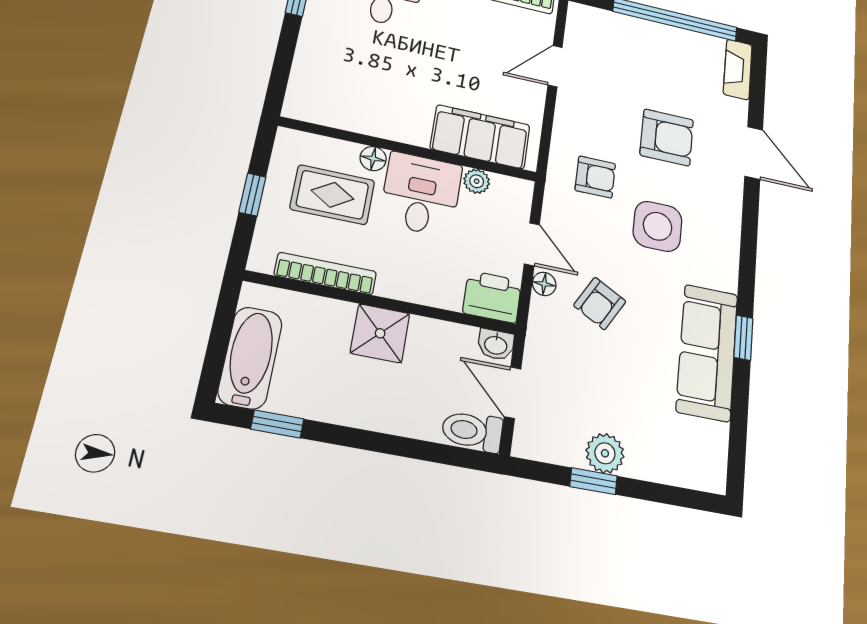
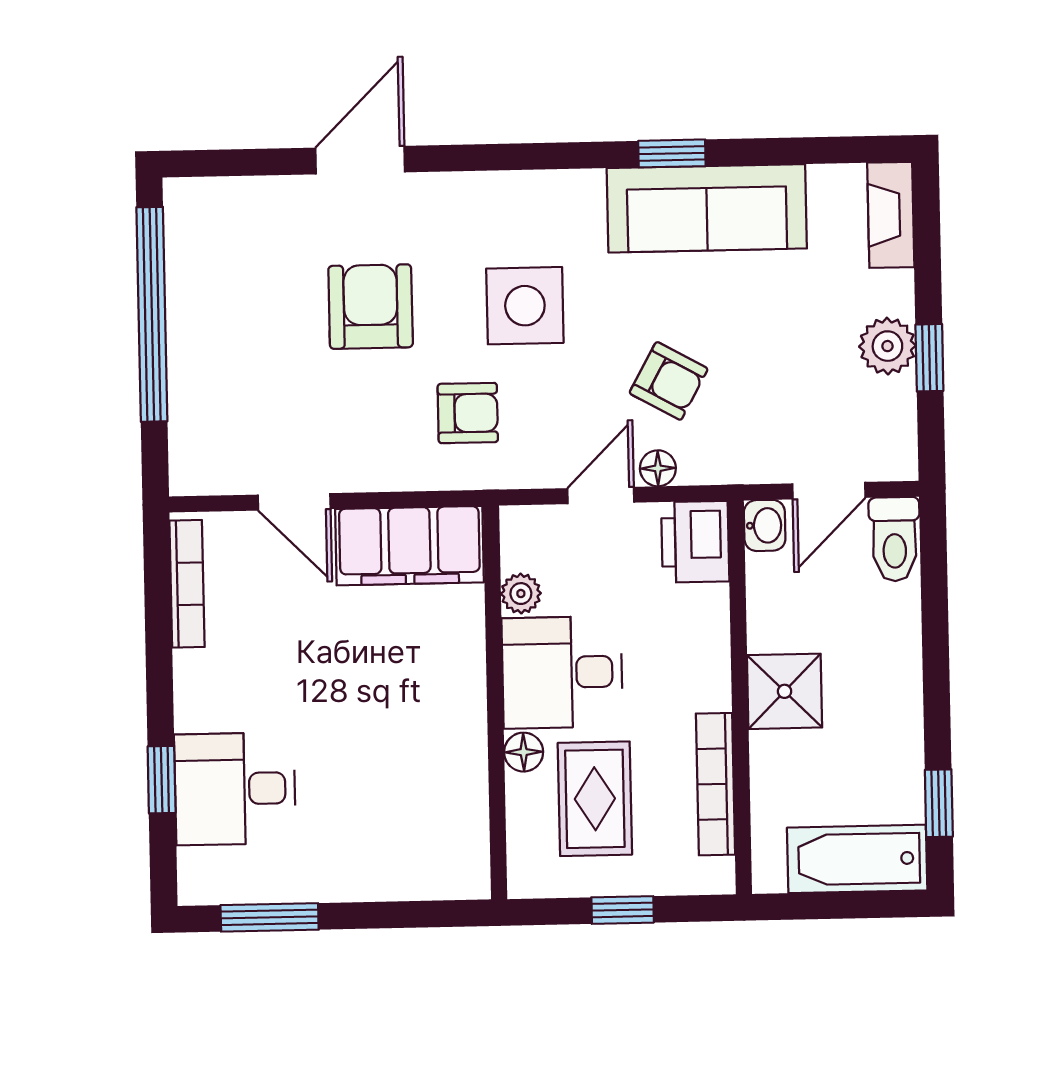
fireplace: (738, 69) -> (891, 215), moved, turned 90
filing cabinet: (480, 137) -> (409, 546), moved, turned -90
armchair: (595, 177) -> (468, 413), turned 90

